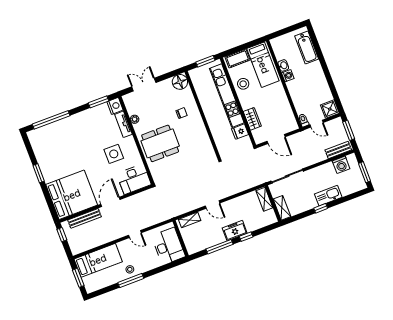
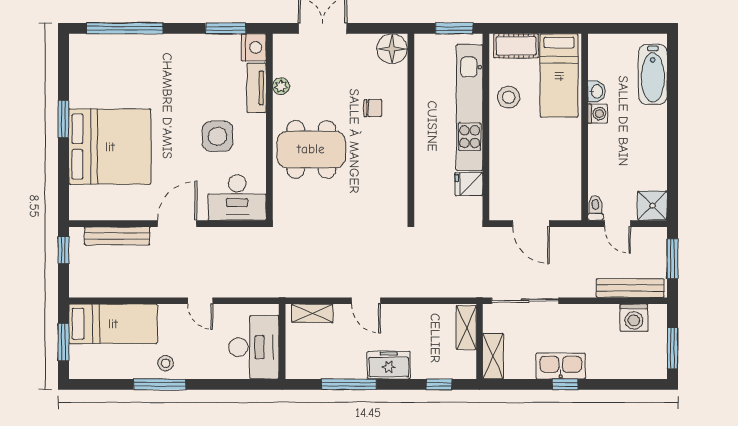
wardrobe: (252, 119) -> (501, 169), removed
bench: (338, 150) -> (630, 288), width x1.36
bed: (72, 195) -> (110, 147), moved
kitchen sink: (328, 196) -> (561, 366), moved
window: (246, 237) -> (439, 384), moved

